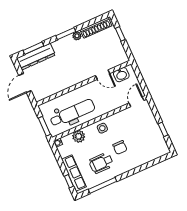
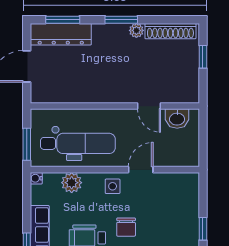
door: (137, 102) -> (141, 170), moved

